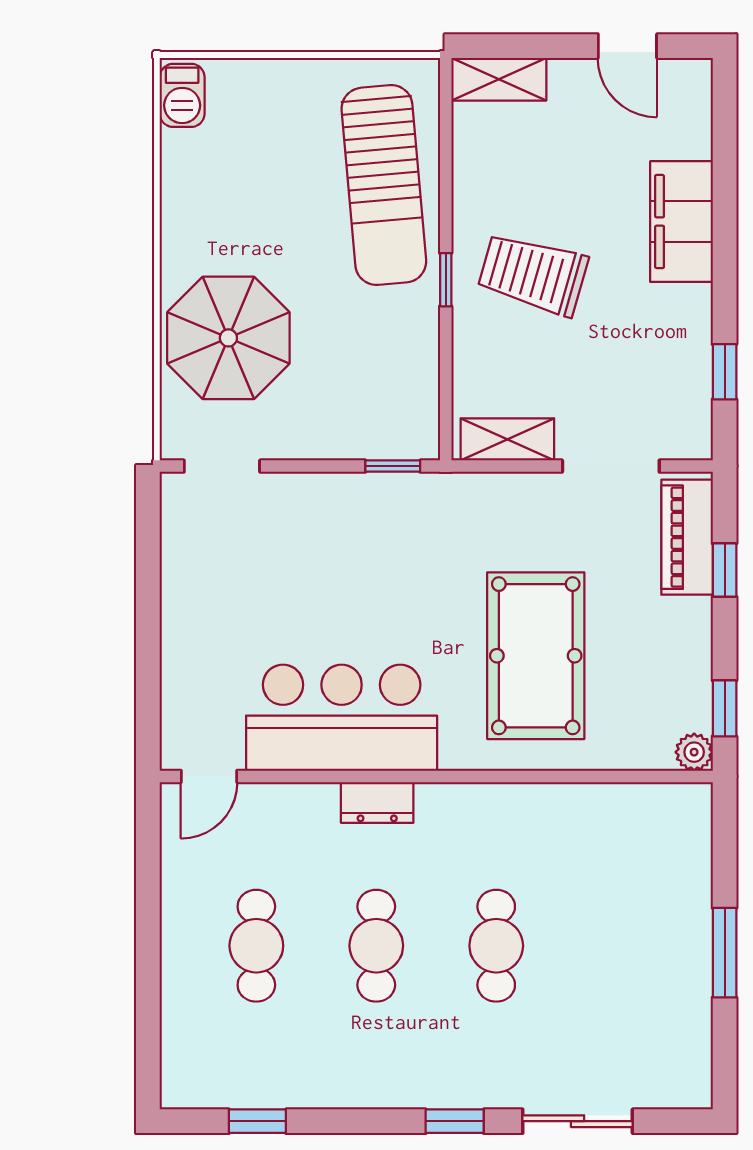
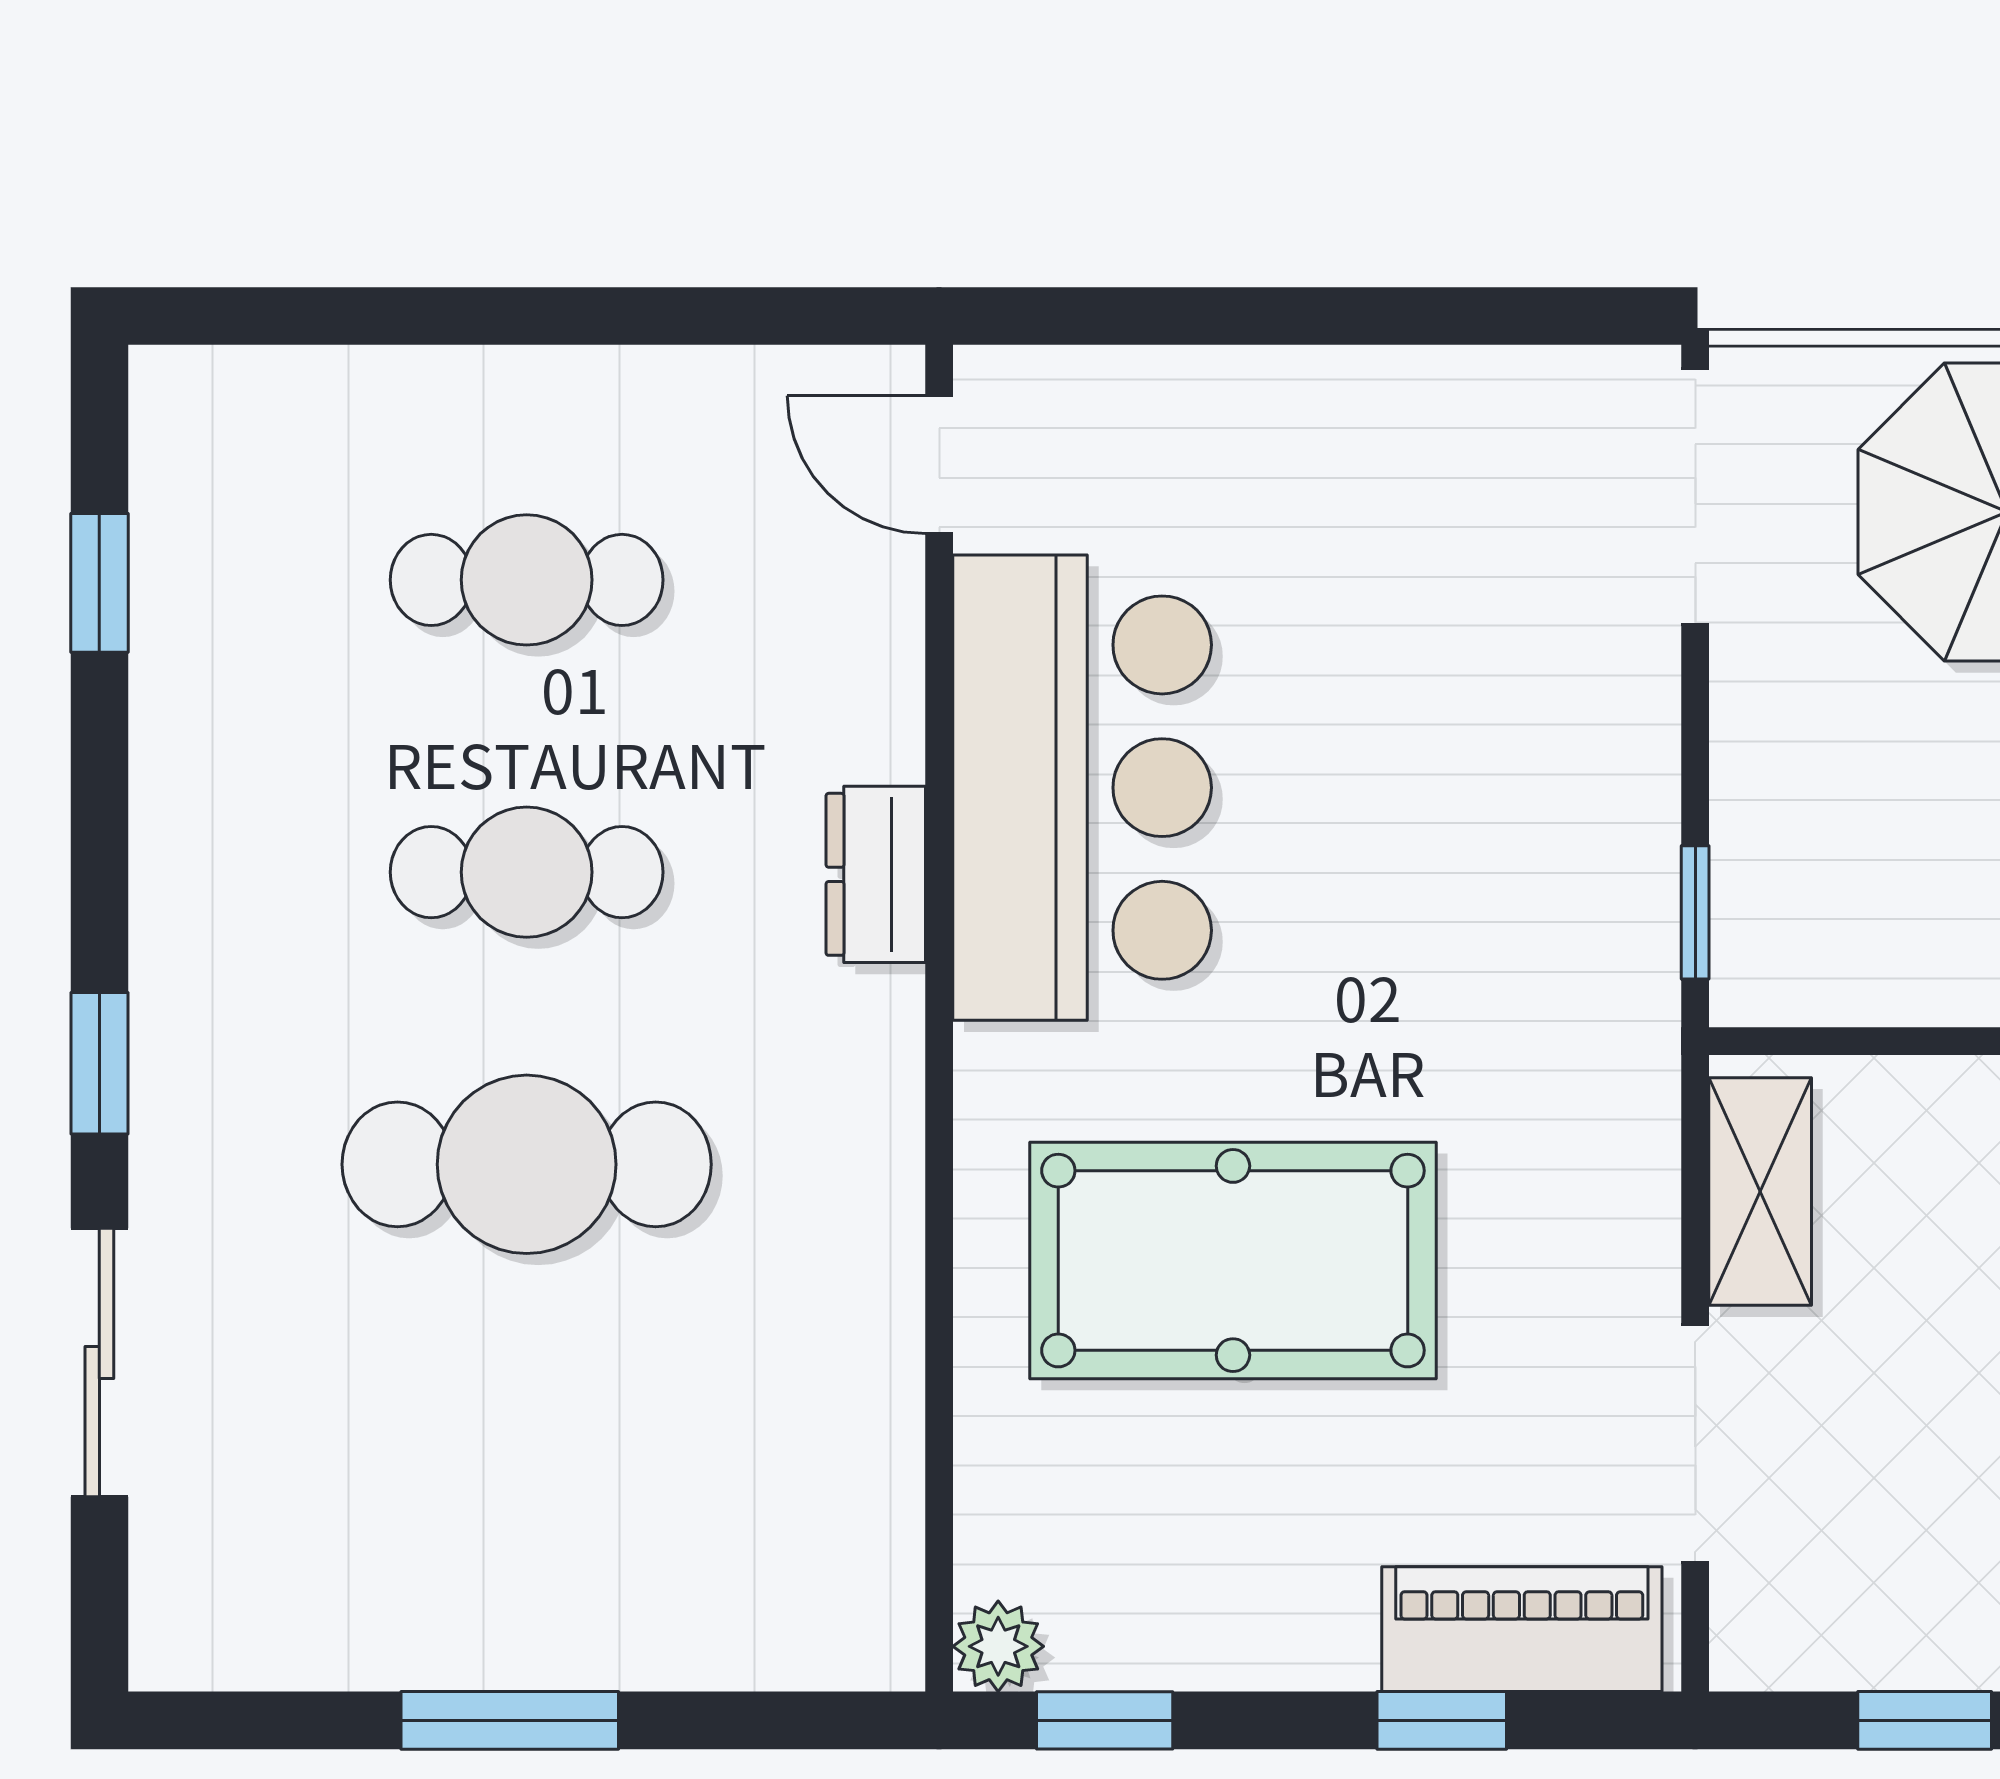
doorway: (222, 466) -> (1695, 496), width x1.38
cafe table: (496, 946) -> (527, 1164), width x1.37, depth x1.35

